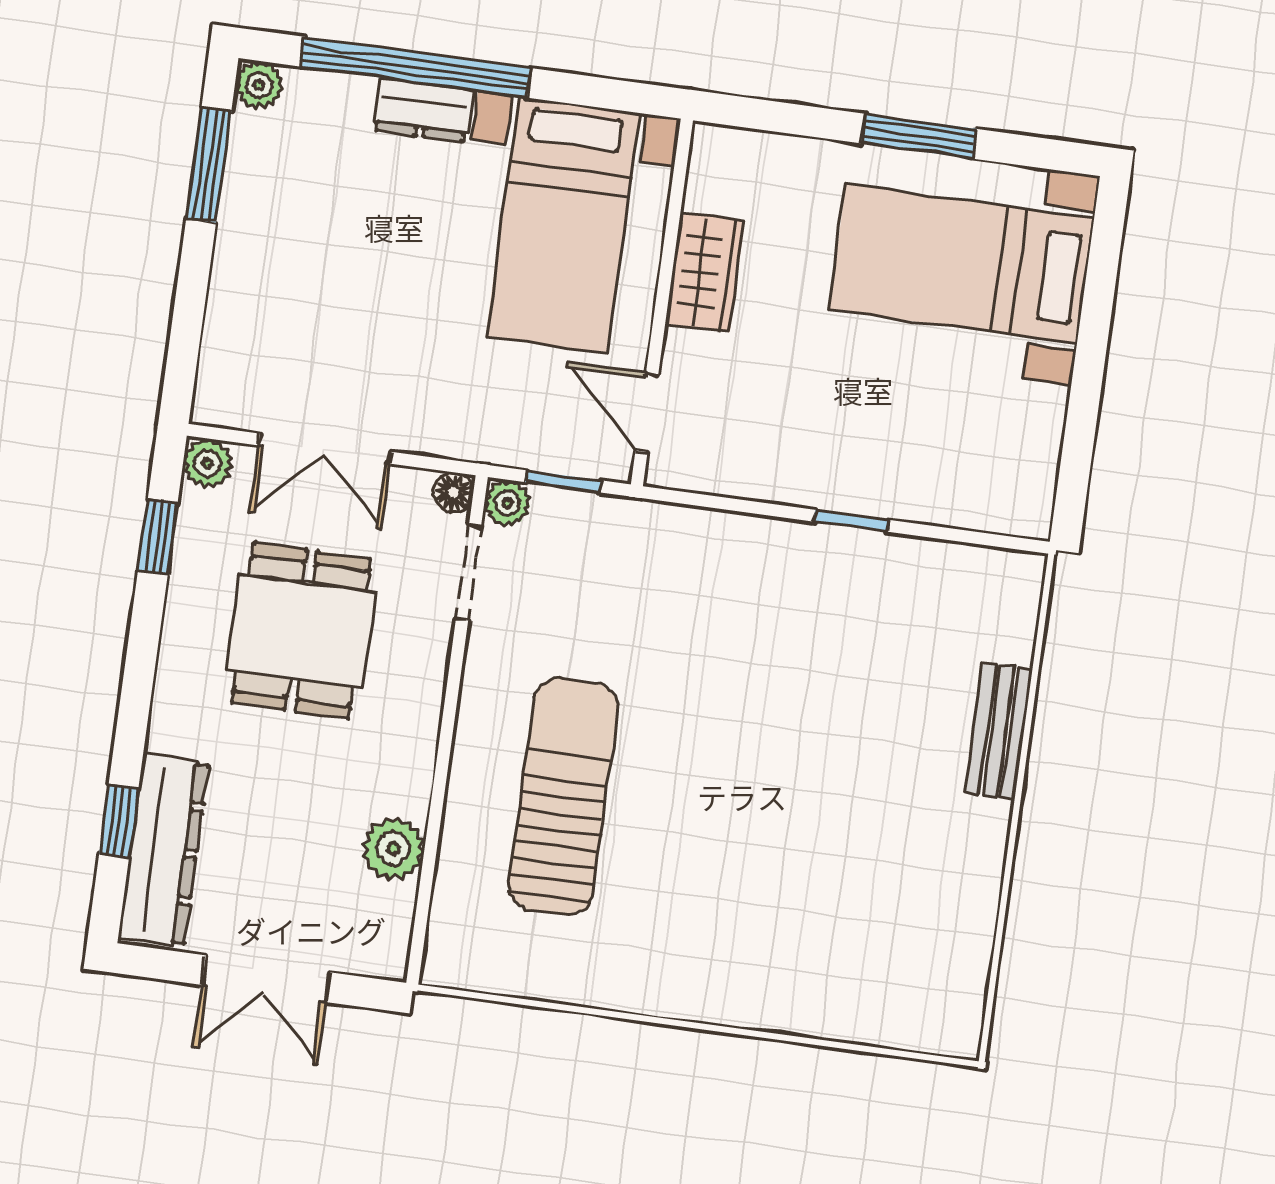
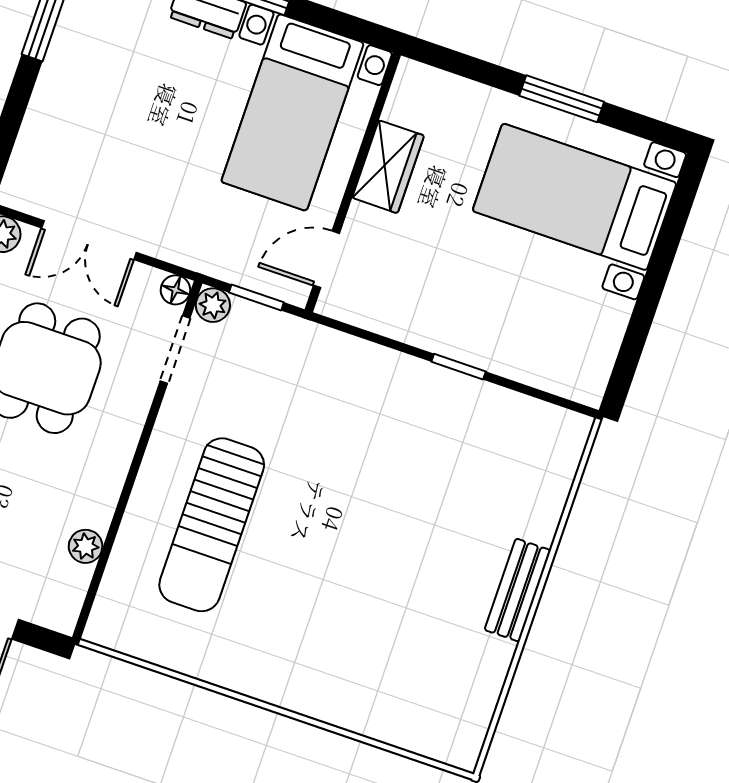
door: (647, 412) -> (326, 259), hinge flipped
bench: (999, 731) -> (518, 590), moved
sun lounger: (563, 796) -> (212, 525), turned 180
plant: (393, 849) -> (86, 546), width x0.73, depth x0.73

